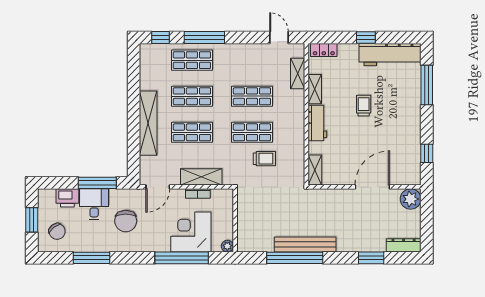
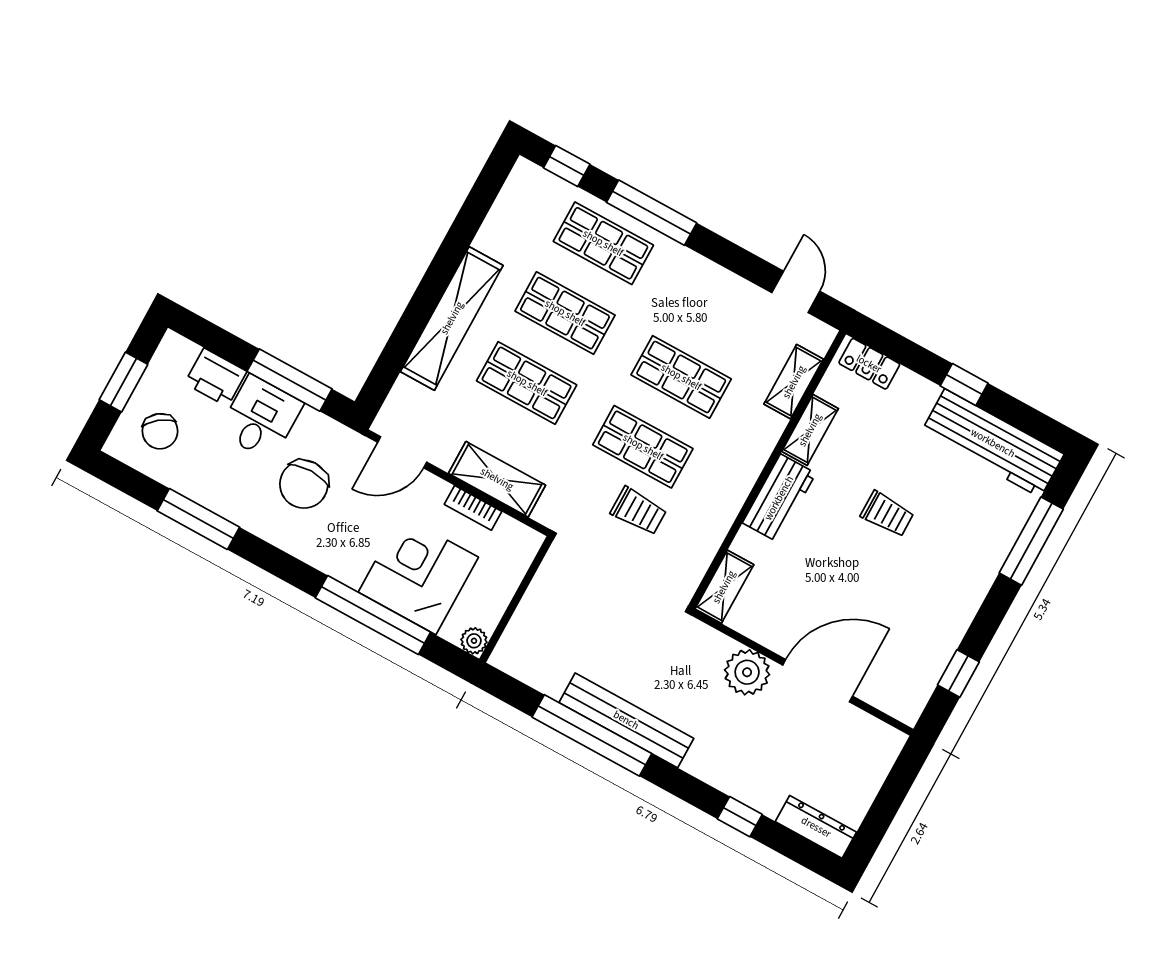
trolley: (364, 106) -> (887, 514), turned 90
plant: (411, 199) -> (747, 672), moved
window: (371, 258) -> (740, 817), width x0.67

